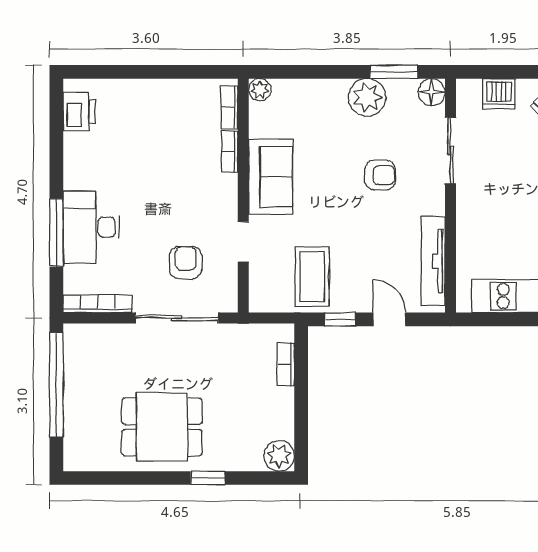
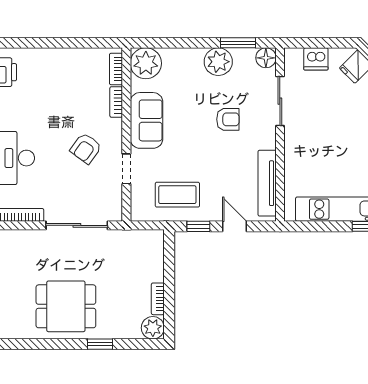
plant: (260, 90) -> (146, 63), width x1.88, depth x1.88
armchair: (186, 262) -> (86, 148), moved, turned -144
coffee table: (312, 276) -> (177, 195), turned 90
bookcase: (286, 364) -> (158, 299), moved

